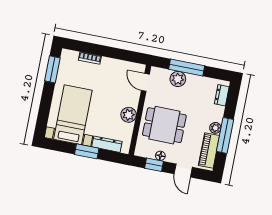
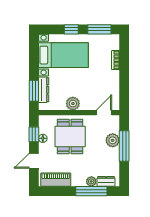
window: (46, 100) -> (71, 29), added
plant: (215, 128) -> (91, 181), moved
window: (225, 135) -> (91, 191), moved
window: (87, 151) -> (34, 91), moved

